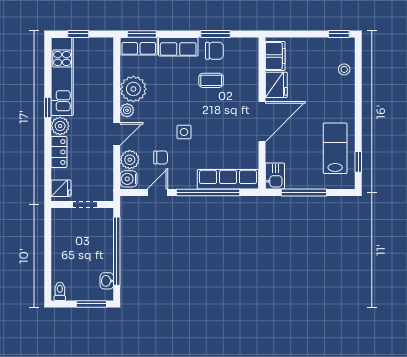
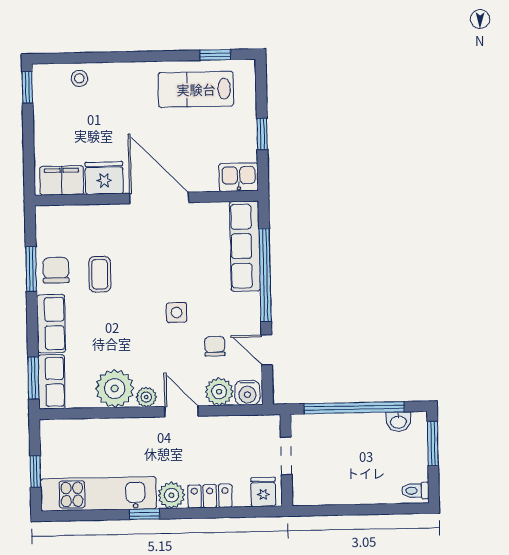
window: (304, 193) -> (262, 134), width x0.46

